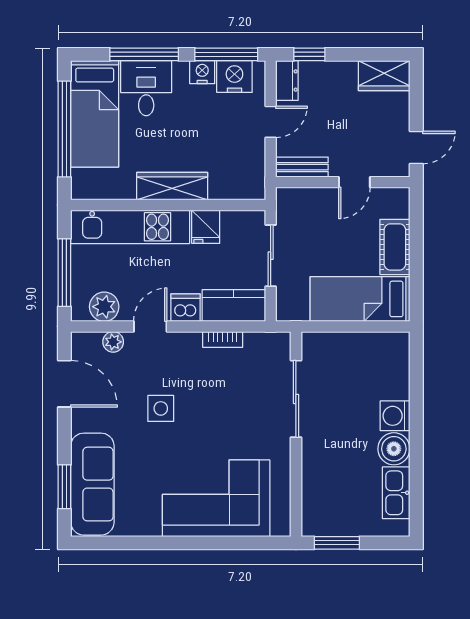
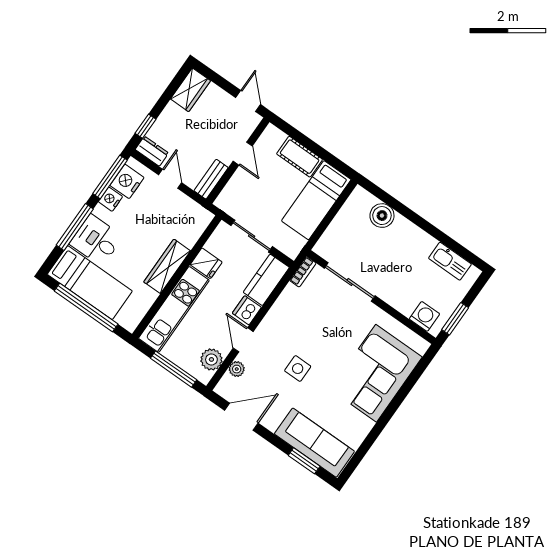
bookcase: (223, 339) -> (303, 272), moved
washing machine: (395, 416) -> (424, 316), moved, turned 180
boiler: (394, 449) -> (382, 216), moved

